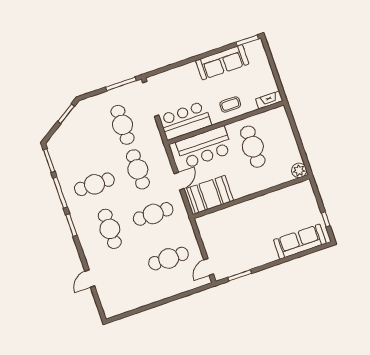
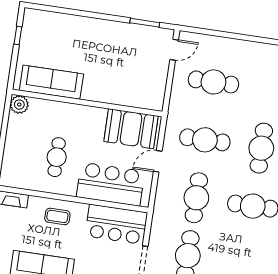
cafe table: (253, 147) -> (57, 157), width x0.73, depth x0.74
sofa: (300, 242) -> (51, 82), moved, turned 180

